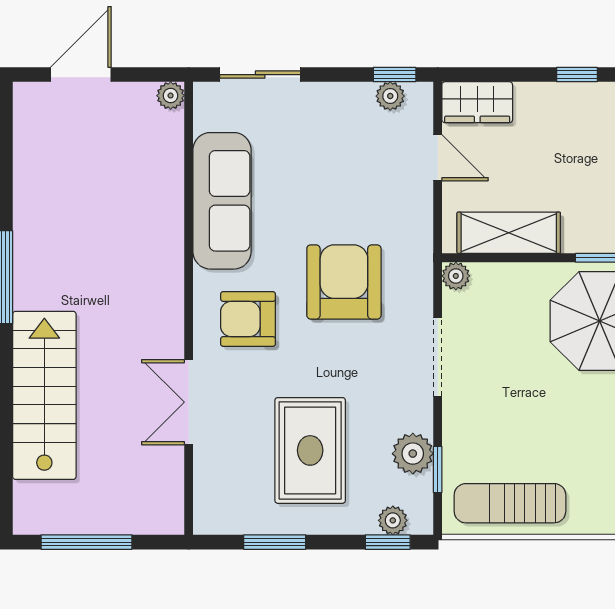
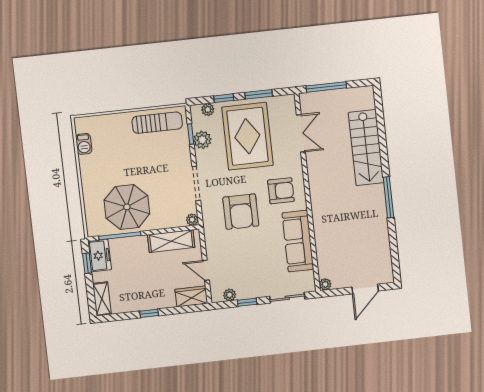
window: (395, 75) -> (247, 302), moved
double door: (189, 402) -> (301, 133), moved
rug: (310, 450) -> (247, 136), width x1.37, depth x1.44
window: (86, 542) -> (326, 87), moved
window: (388, 542) -> (224, 98), moved

